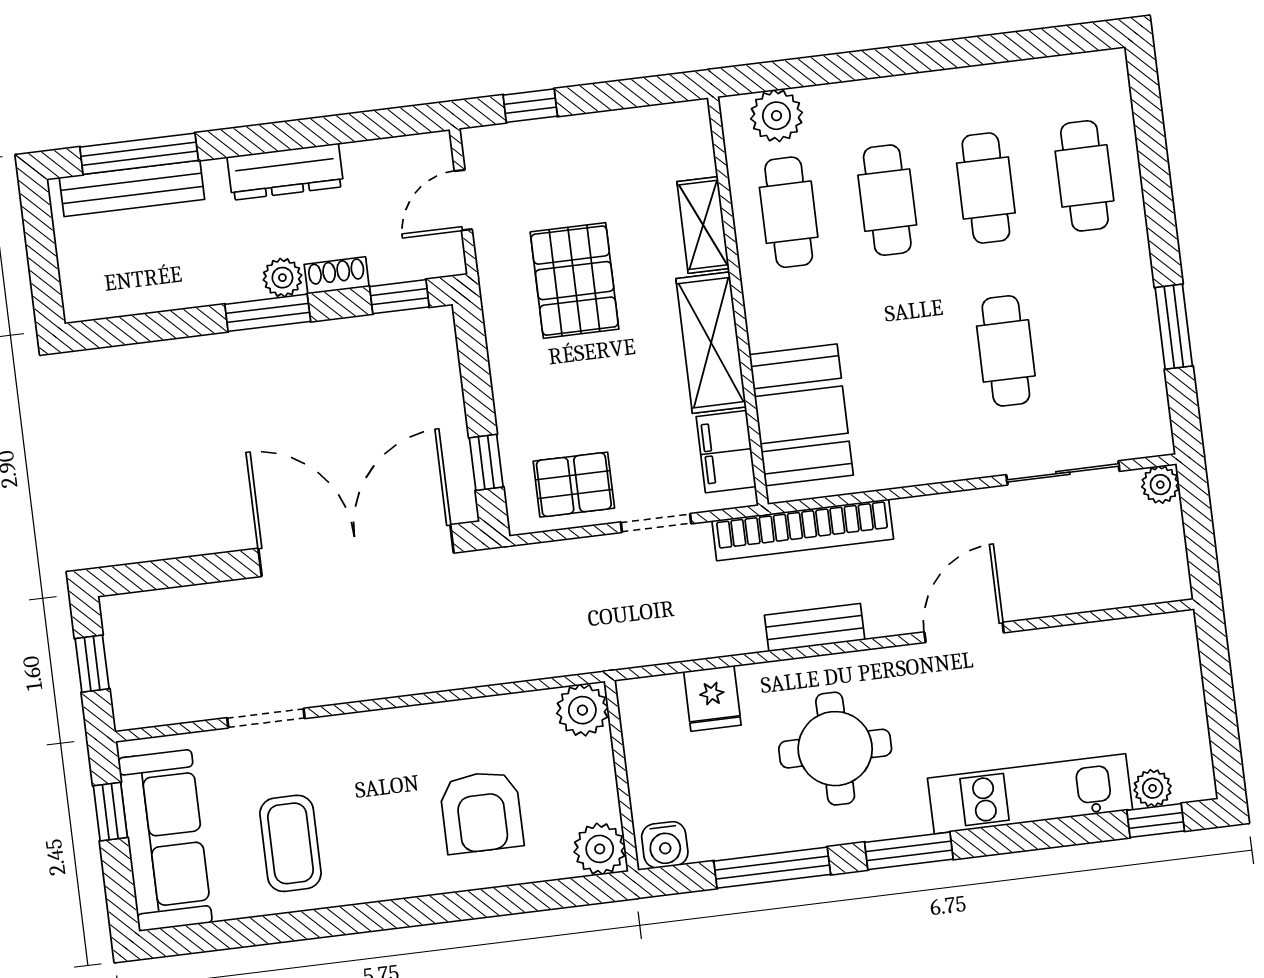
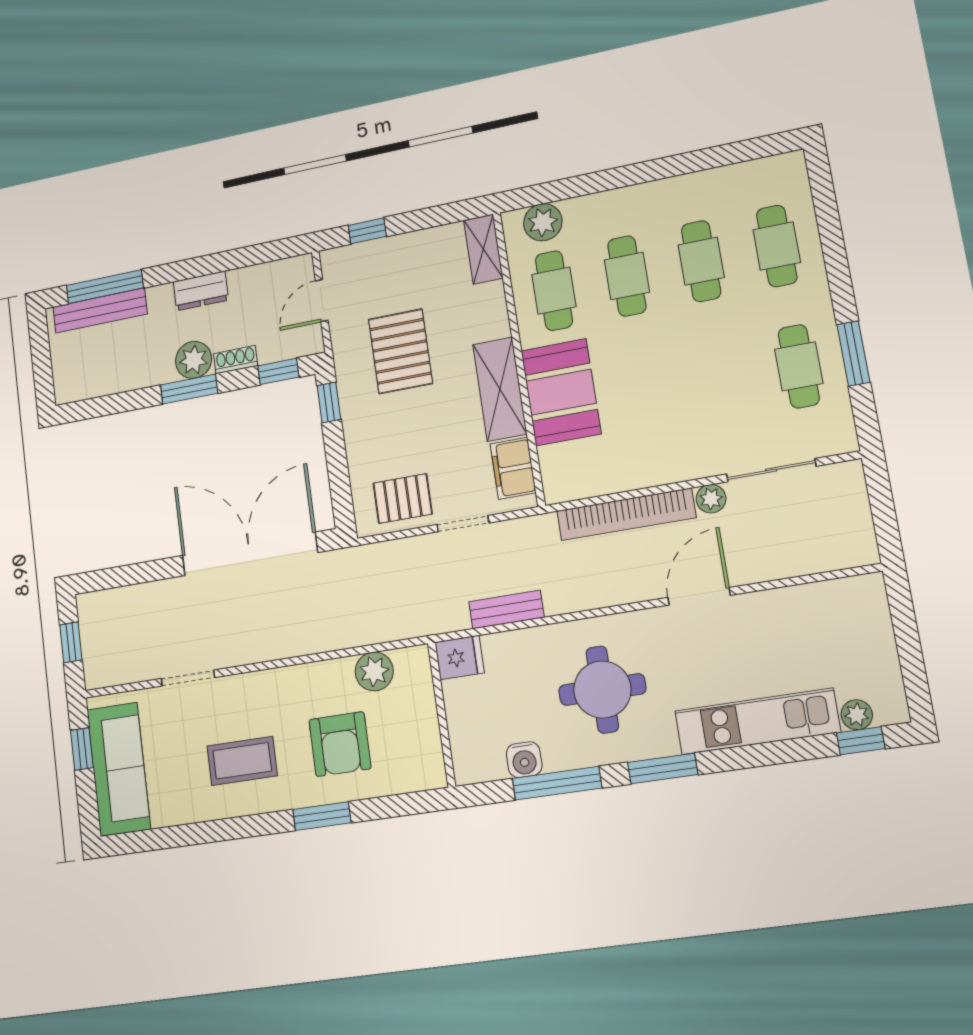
dresser: (285, 172) -> (201, 291), width x0.70
shelving: (703, 225) -> (483, 249), moved
plant: (282, 278) -> (194, 360), width x1.38, depth x1.38
cafe table: (1006, 351) -> (799, 366), moved
booth: (801, 415) -> (561, 392), moved
window: (486, 462) -> (329, 402), moved
plant: (1160, 485) -> (711, 499), moved
bookcase: (803, 530) -> (626, 514), moved
bench: (815, 627) -> (506, 609), moved
fridge: (712, 698) -> (459, 657), moved, turned -90
plant: (582, 710) -> (374, 671), moved
coffee table: (290, 843) -> (242, 761), moved, turned 90
water cooler: (665, 845) -> (524, 760), moved
plant: (600, 849) -> (427, 771), removed
window: (455, 907) -> (322, 816), added

